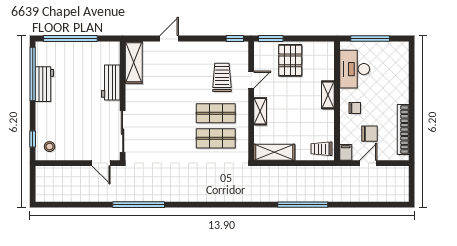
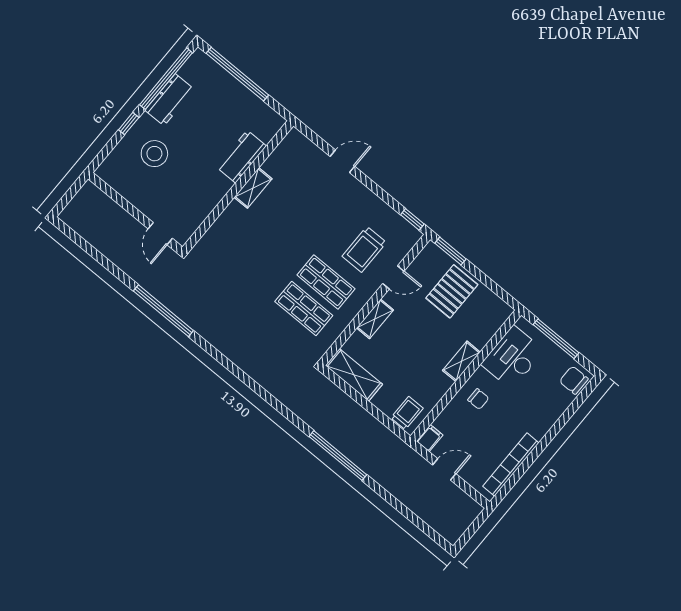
shelving: (134, 62) -> (253, 188), moved, width x0.67, depth x0.75
trolley: (222, 77) -> (364, 249), turned 180
sliding door: (123, 132) -> (211, 219), removed
chair: (369, 134) -> (574, 380), moved, turned 180
window: (33, 139) -> (129, 124), moved
stool: (50, 147) -> (154, 154), moved, width x1.89, depth x1.89
trolley: (322, 149) -> (407, 413), turned 90

